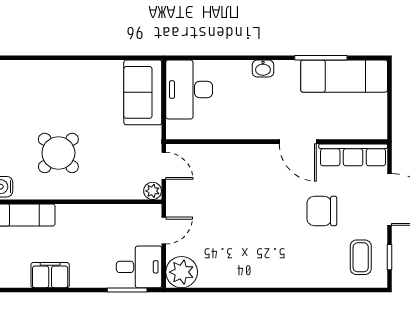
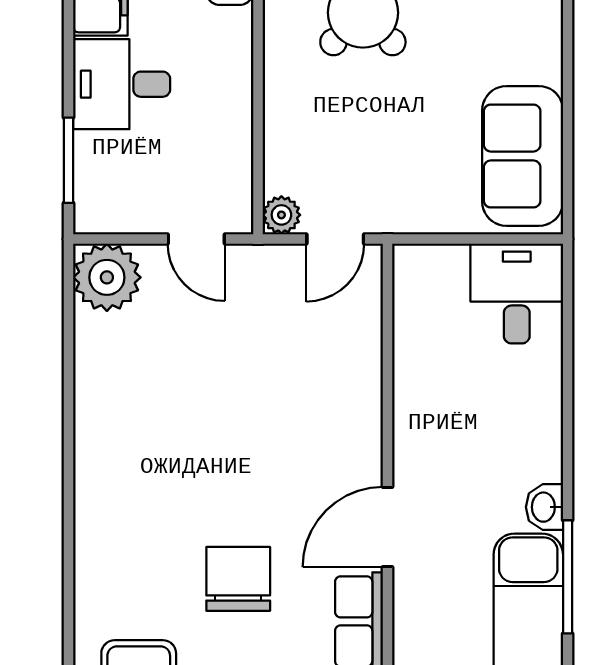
washbasin: (263, 69) -> (544, 507), moved
desk: (189, 89) -> (517, 294), width x0.73
sofa: (143, 92) -> (523, 156), moved, turned -90
desk: (139, 267) -> (122, 84), moved, turned 90

